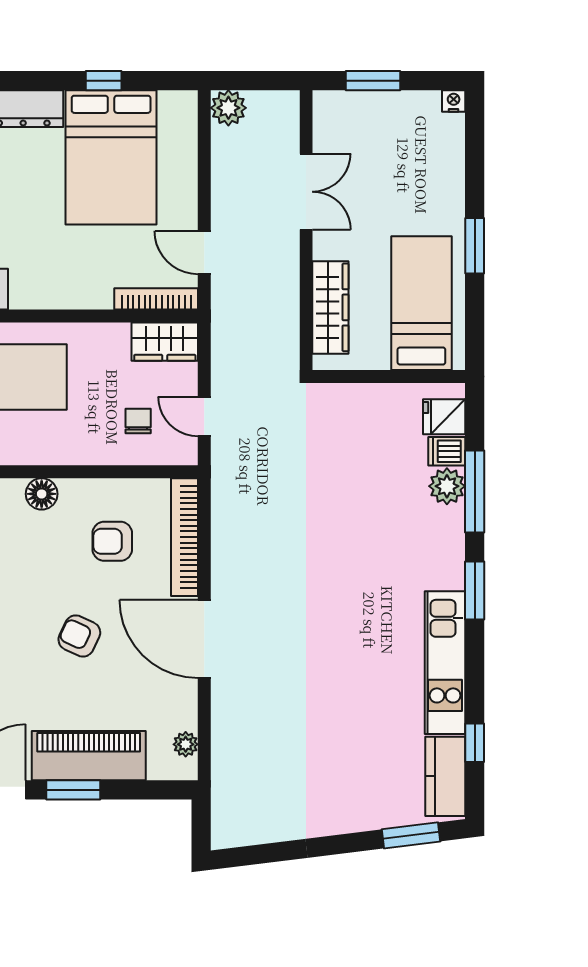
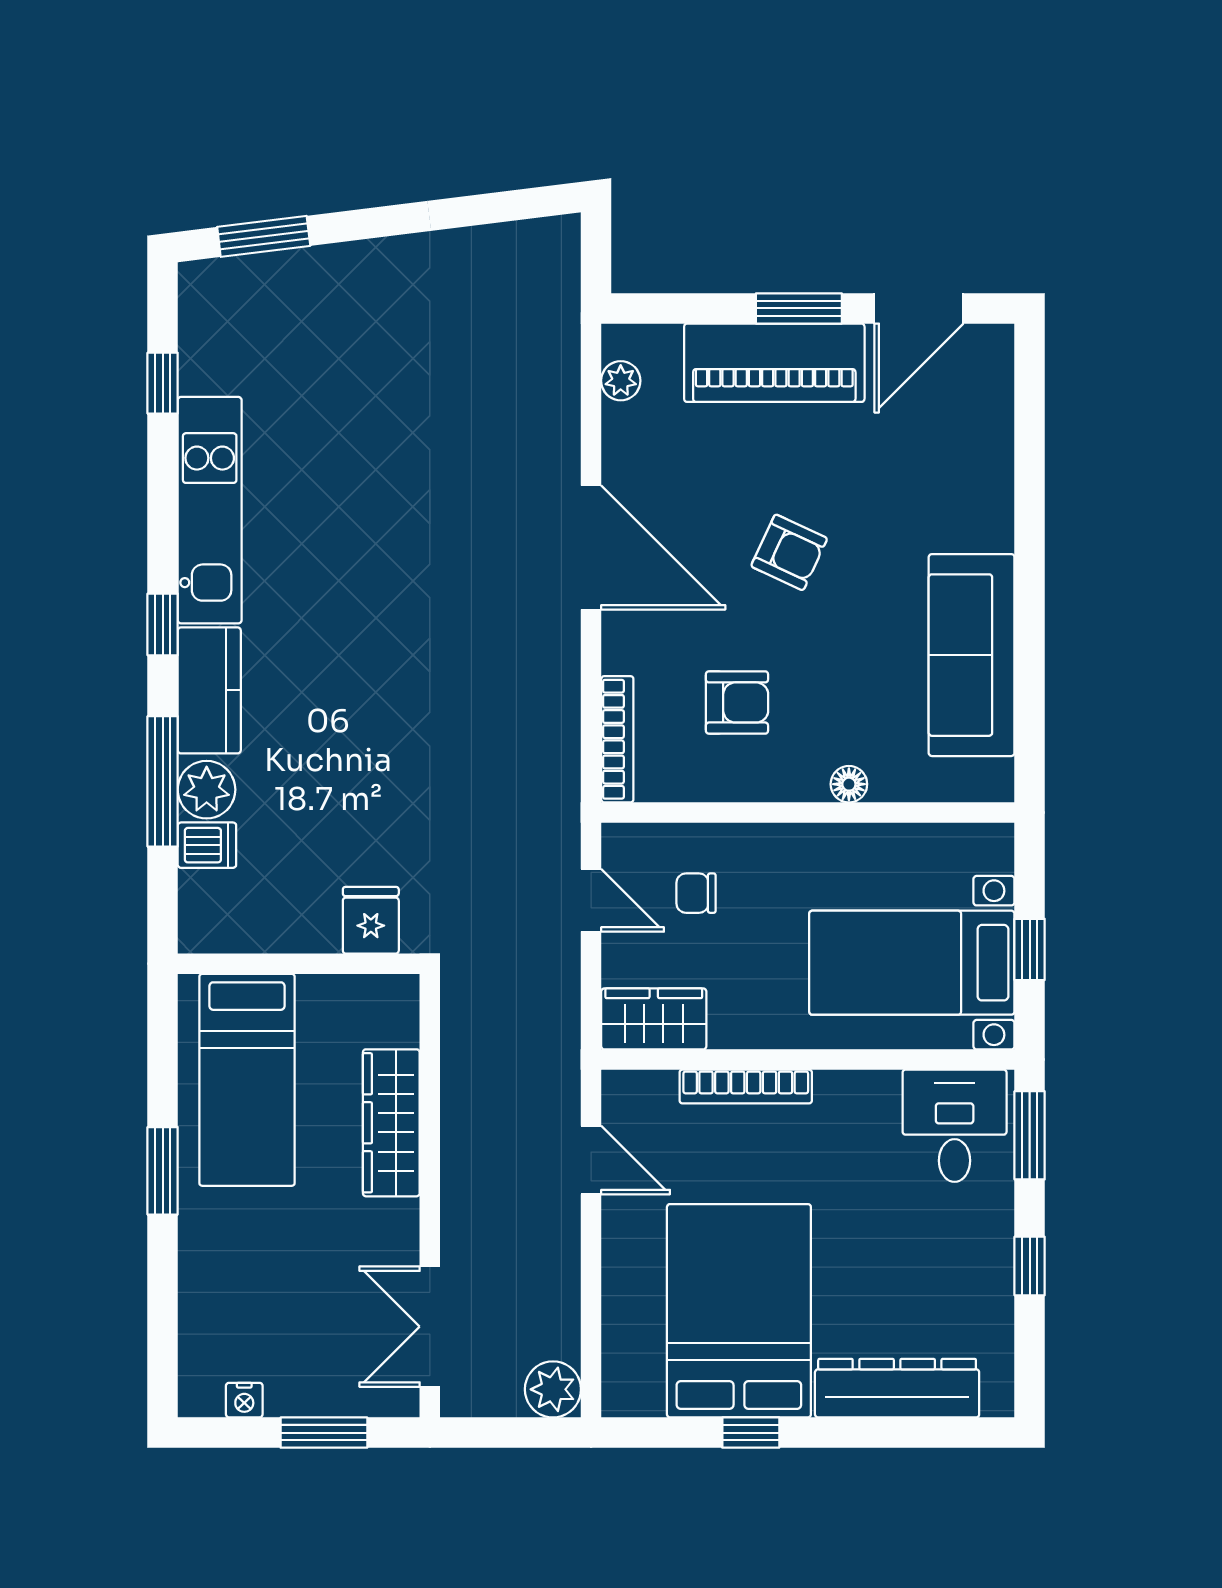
nightstand: (454, 101) -> (244, 1400), moved
double door: (306, 192) -> (430, 1327), moved
bookcase: (156, 299) -> (746, 1087), moved
wardrobe: (330, 307) -> (391, 1123), moved
fridge: (444, 417) -> (371, 920), moved, turned -90
chair: (138, 421) -> (696, 893), turned 90
floor lamp: (42, 494) -> (849, 784), width x0.73, depth x0.73
bookcase: (185, 537) -> (617, 739), width x0.68, depth x0.76
window: (475, 590) -> (163, 624), width x0.67
kitchen counter: (445, 776) -> (209, 690), moved

